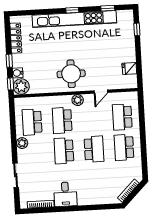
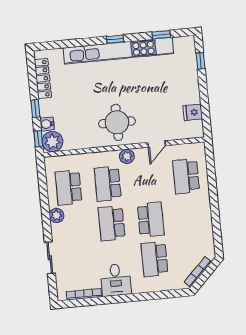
school desk: (124, 147) -> (154, 259), moved

